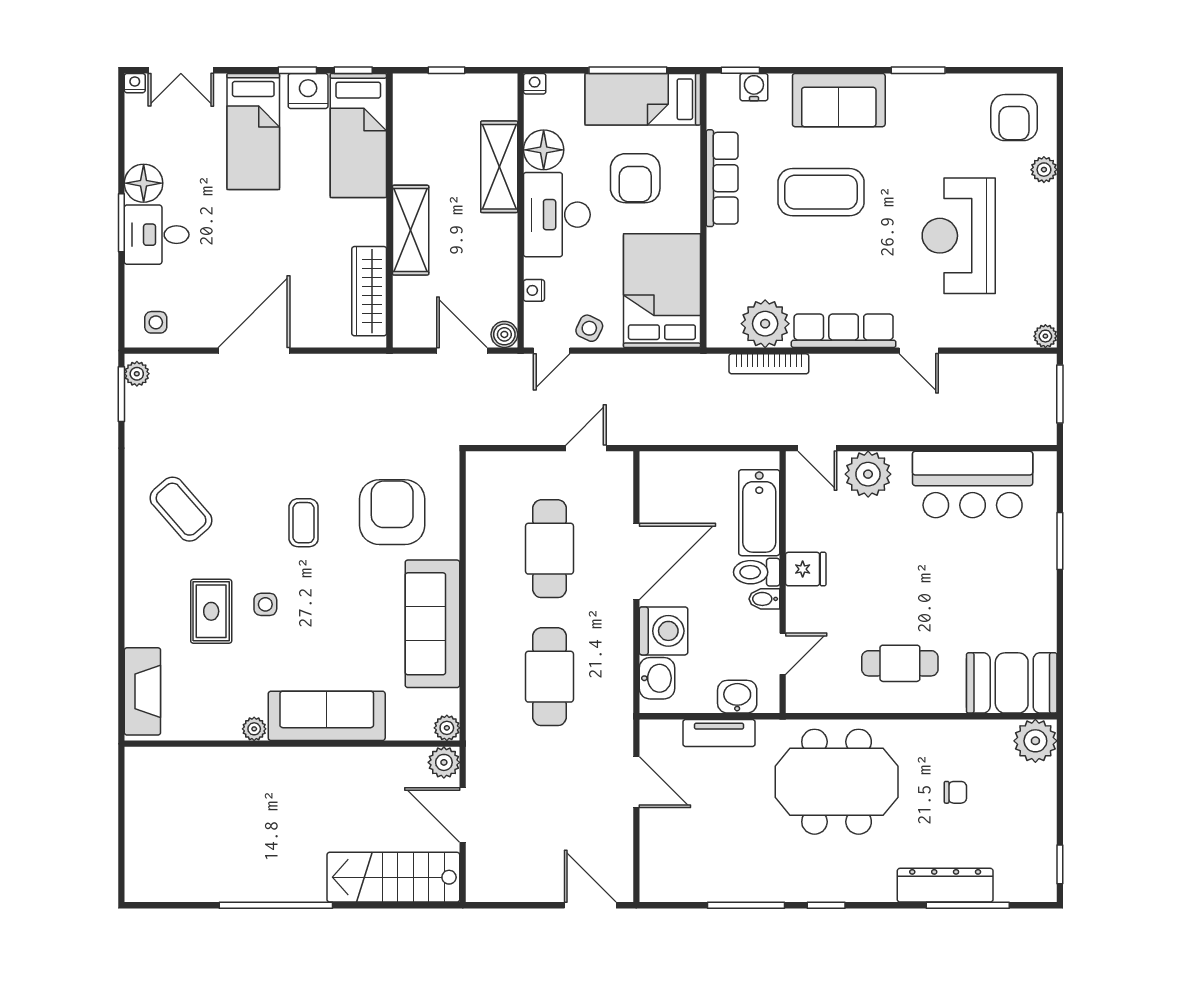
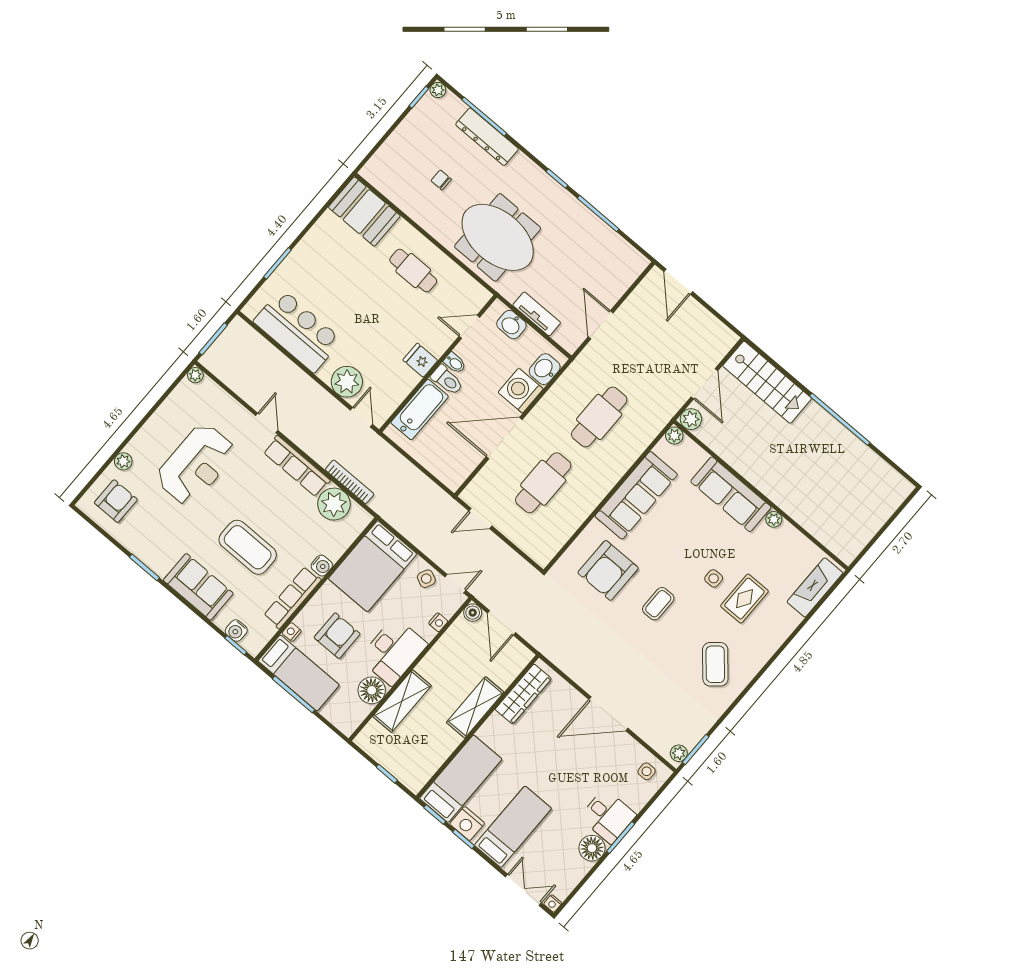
nightstand: (535, 84) -> (292, 632), moved, turned 90
water cooler: (720, 243) -> (322, 566), added
plant: (1035, 741) -> (438, 90), moved, width x0.53, depth x0.53

